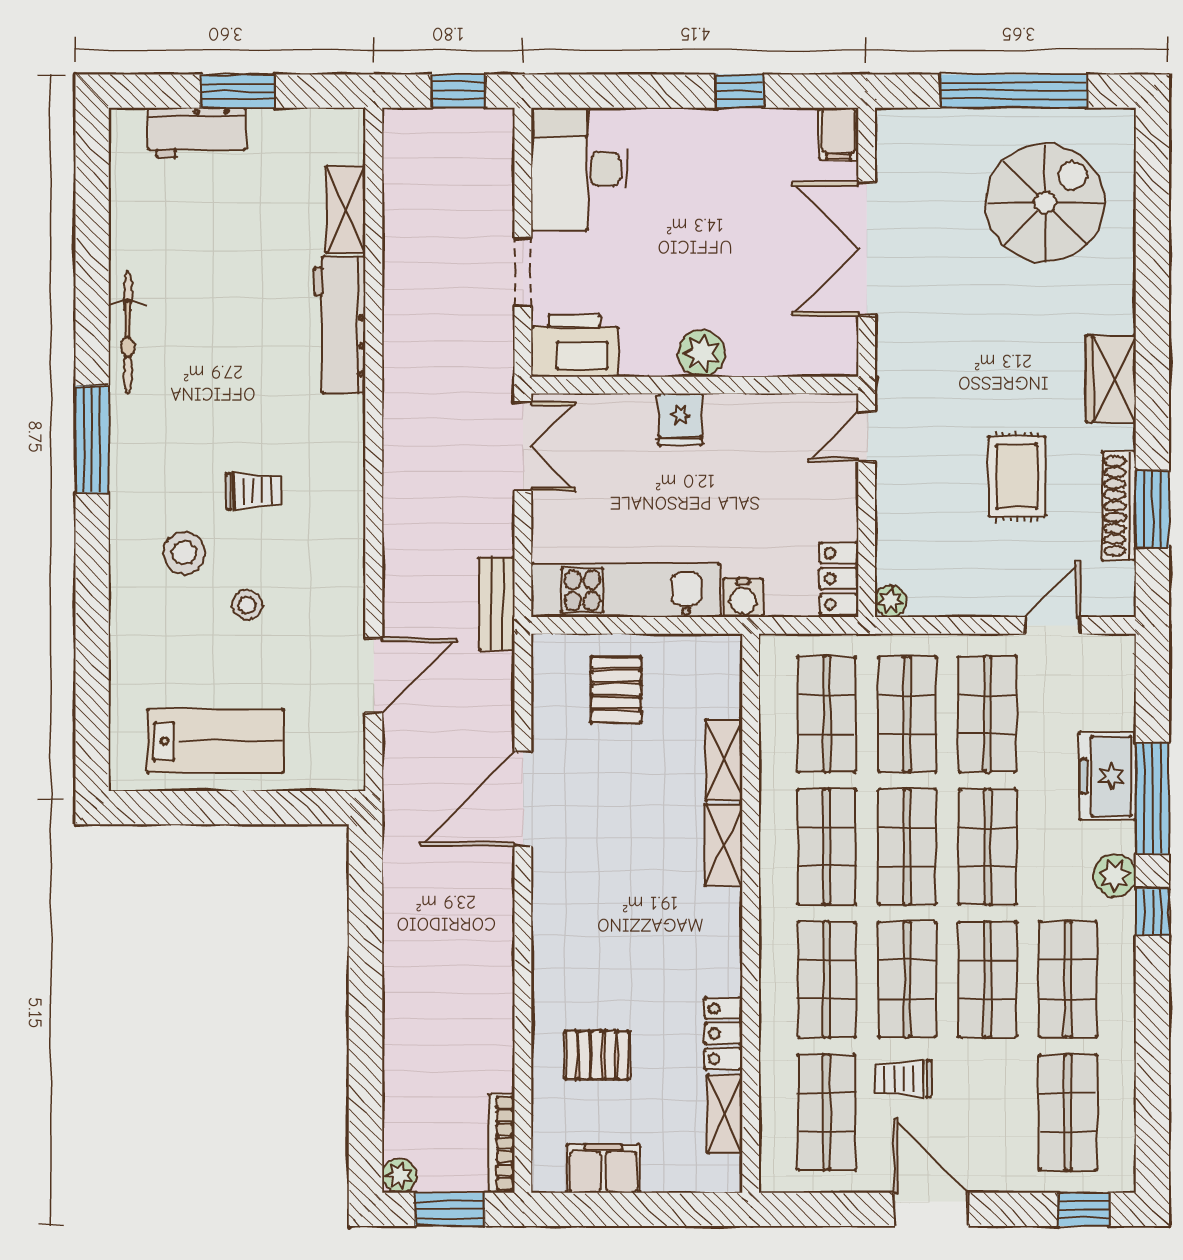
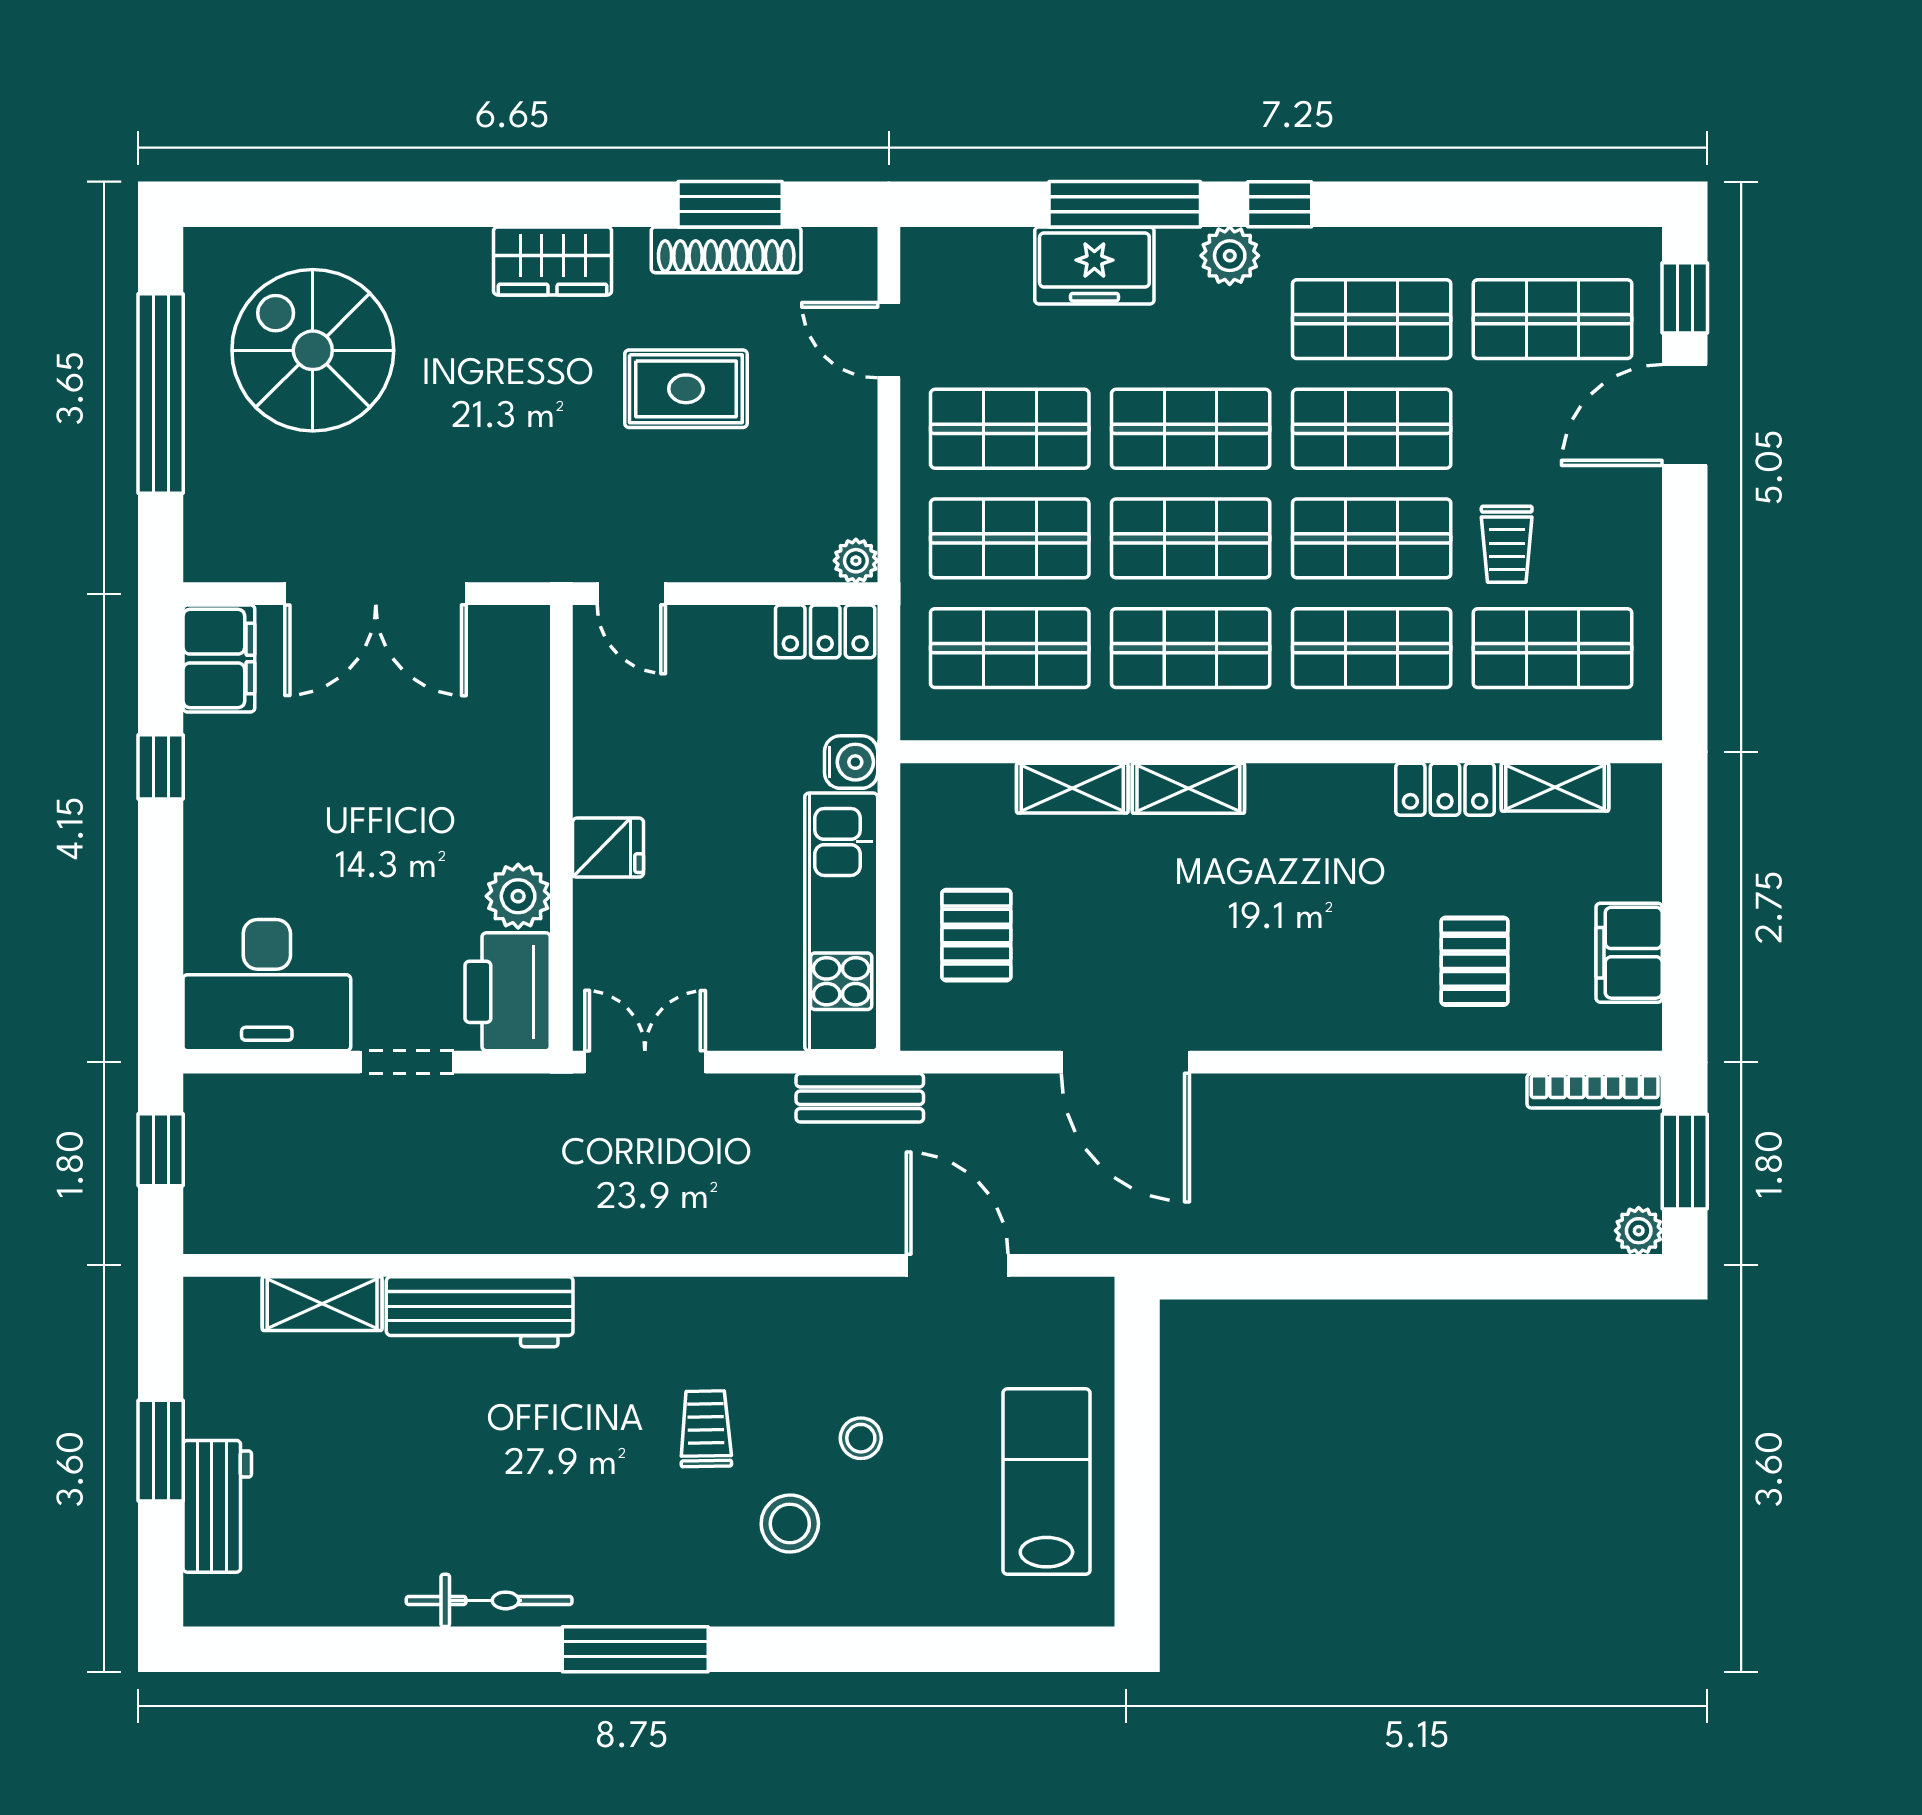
filing cabinet: (839, 134) -> (219, 659), width x2.00
plant: (701, 353) -> (518, 896), moved
pallet: (616, 690) -> (976, 935), turned 90
door: (931, 1209) -> (1685, 415), moved

